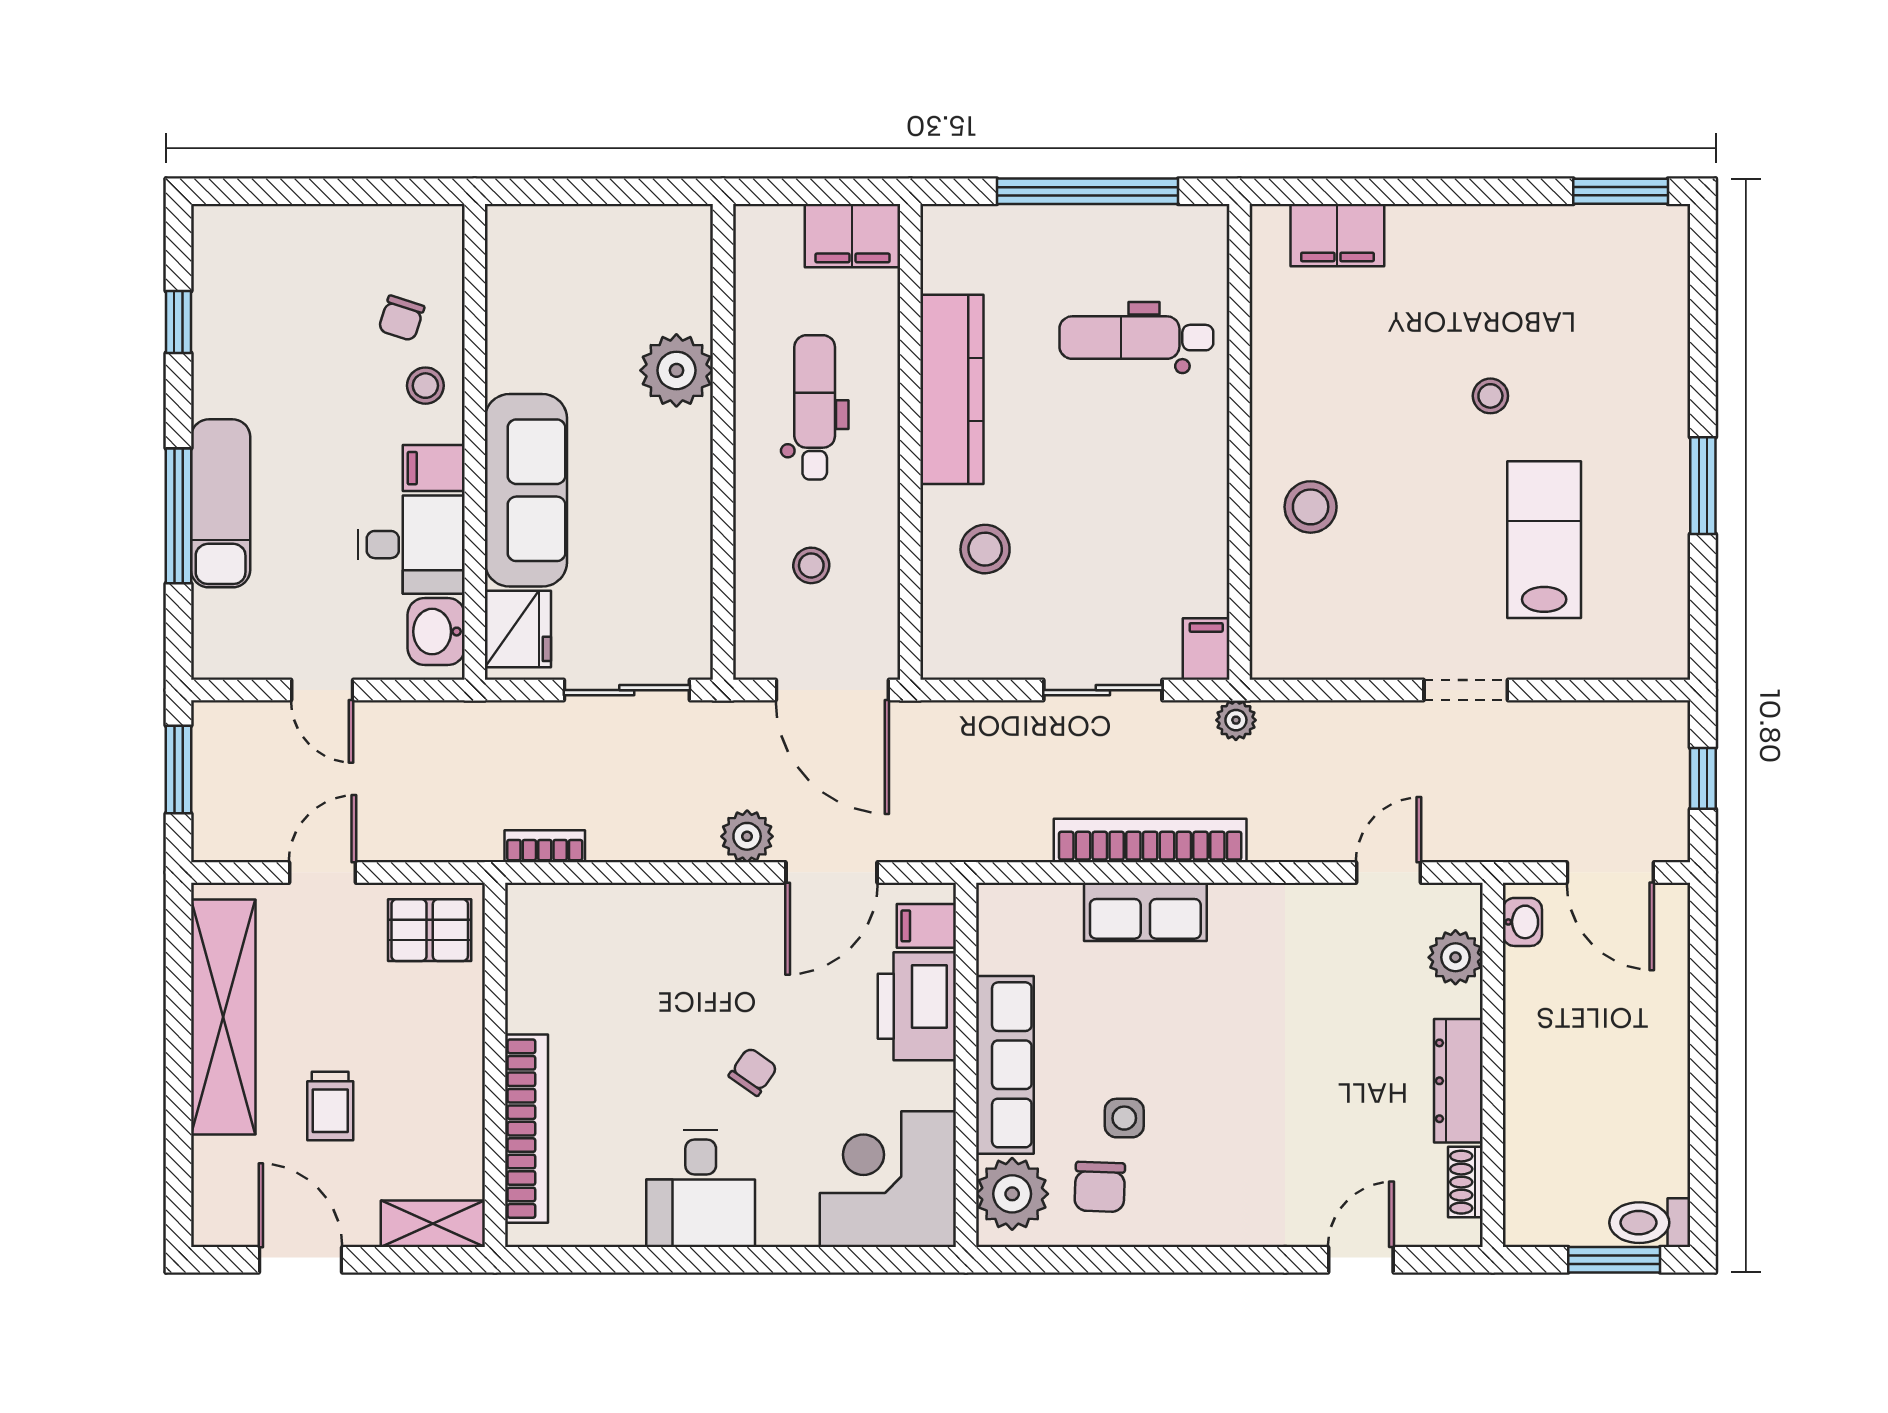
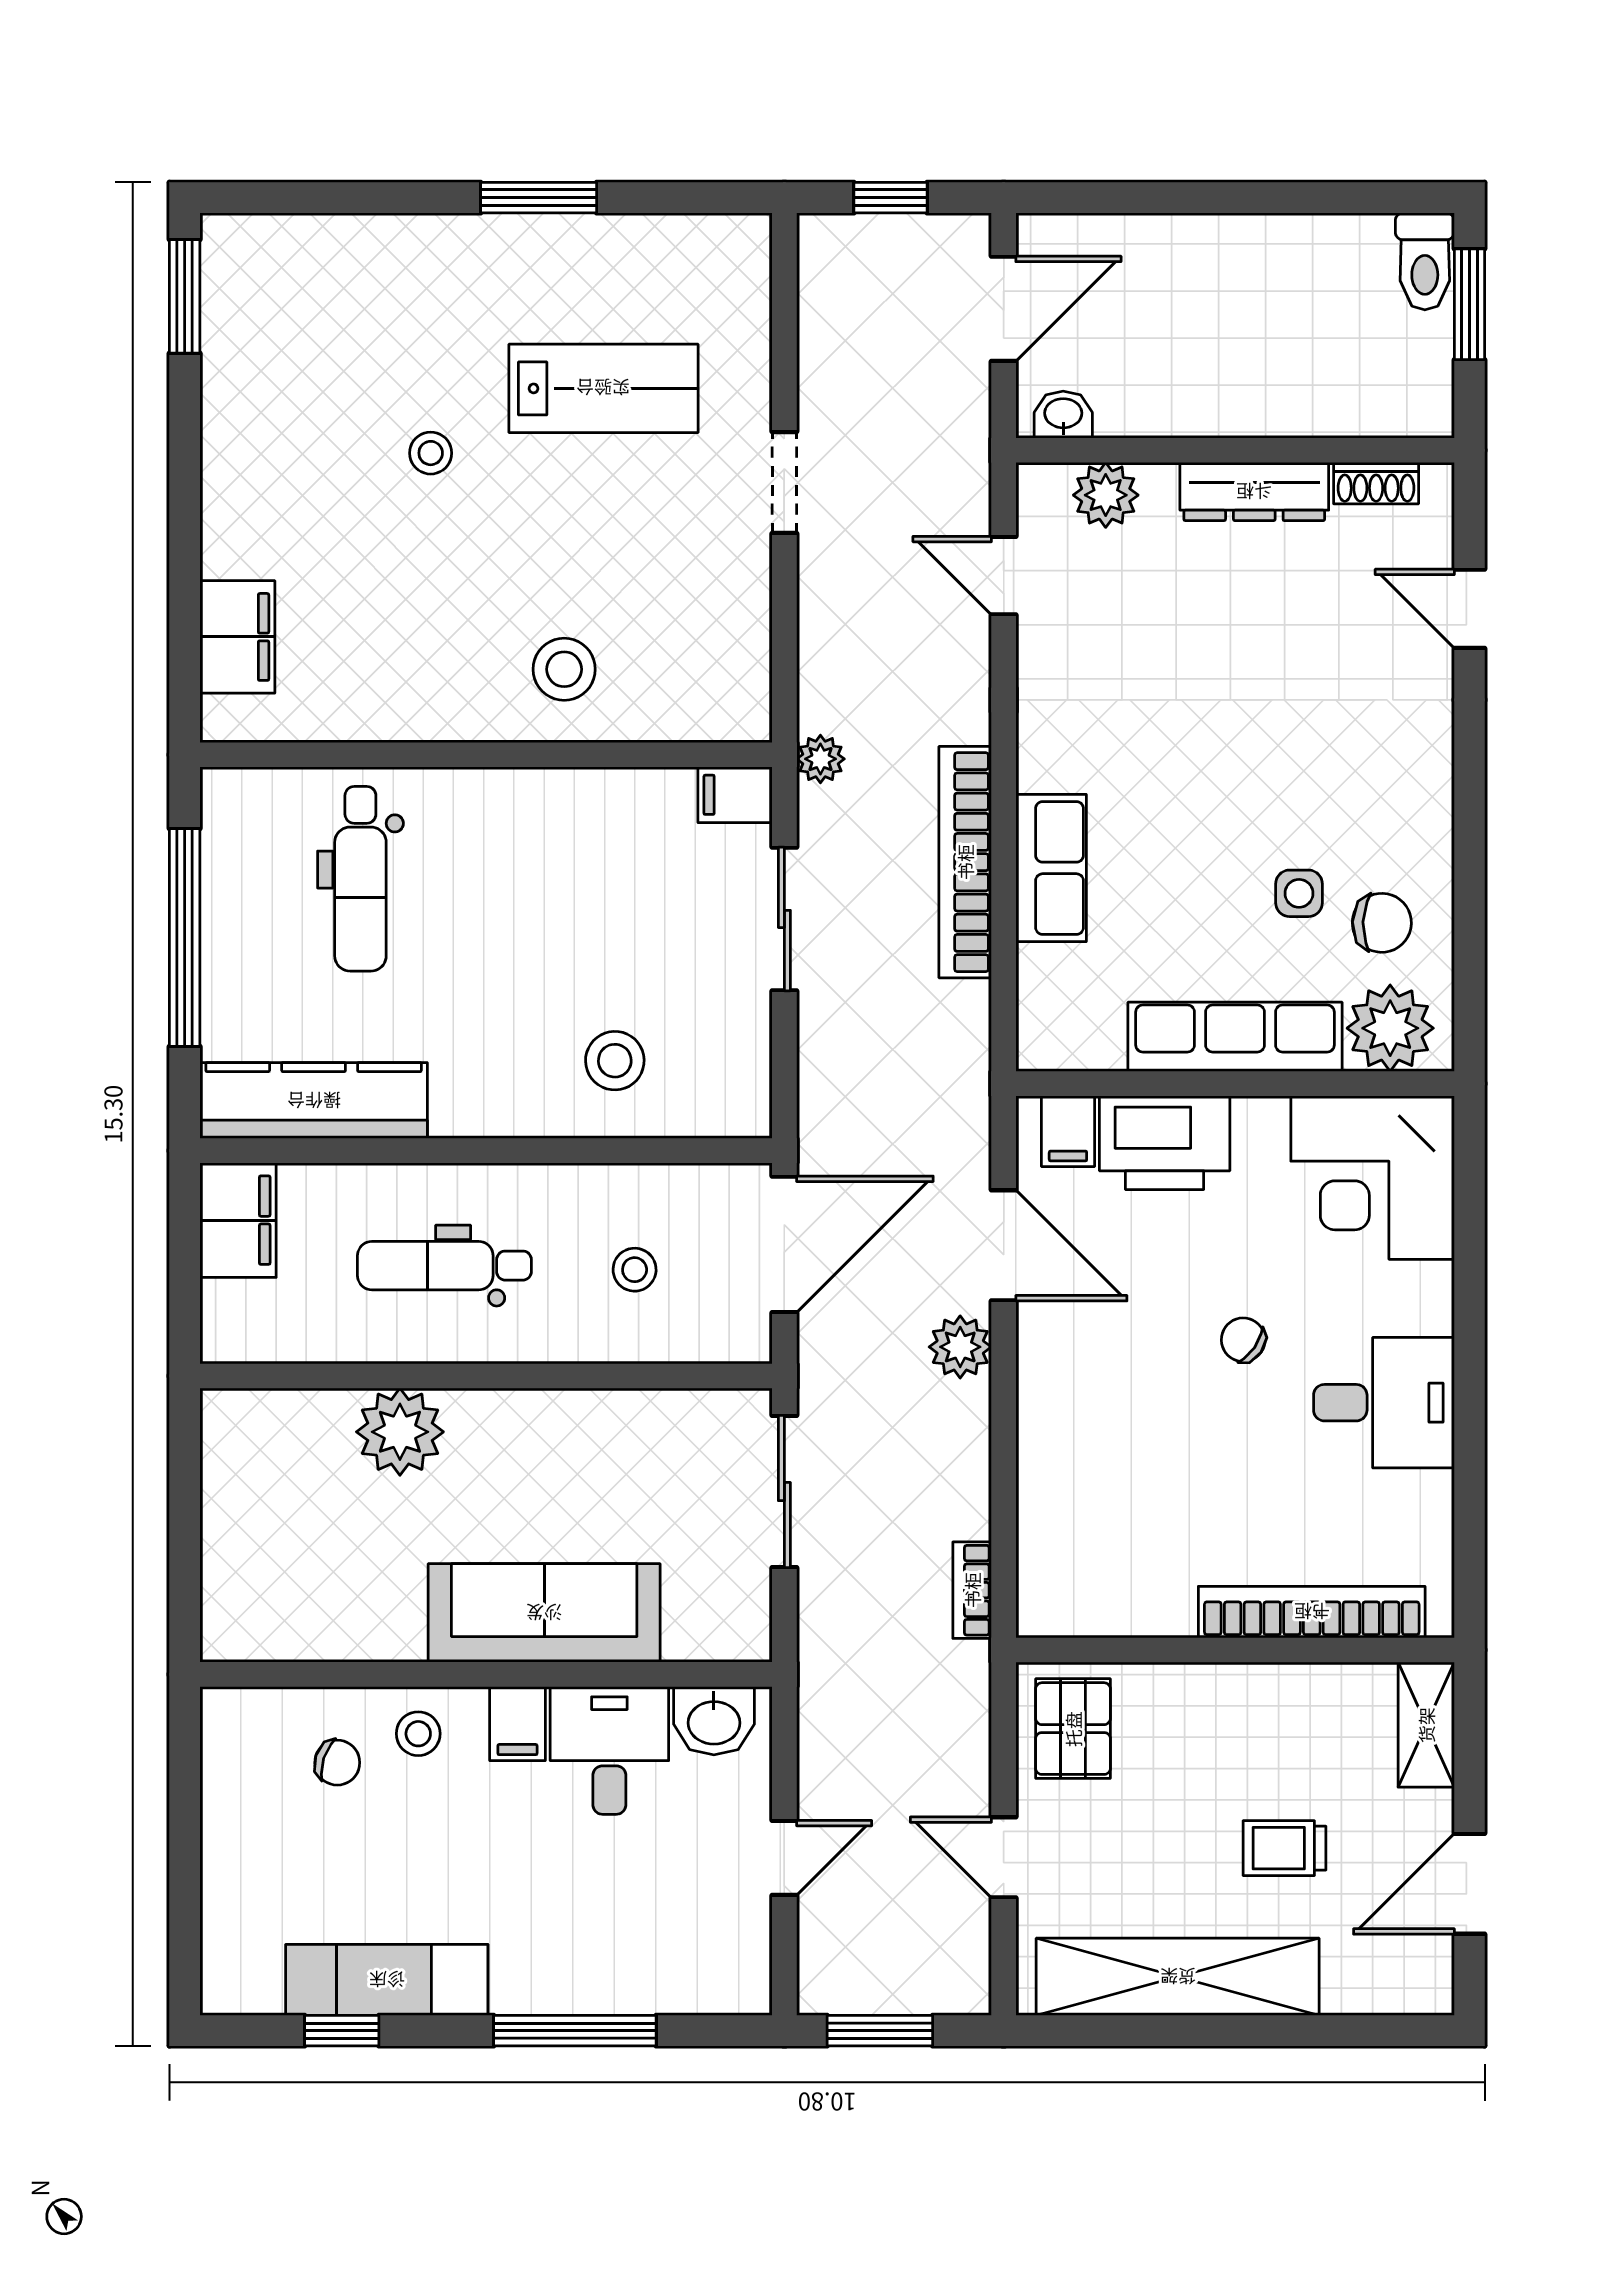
kitchen counter: (952, 389) -> (314, 1101), moved
exam couch: (221, 503) -> (387, 1980), moved
lab bench: (1544, 540) -> (603, 388), turned 180
fridge: (518, 629) -> (711, 1623), removed
trolley: (330, 1106) -> (1285, 1848), turned 180

